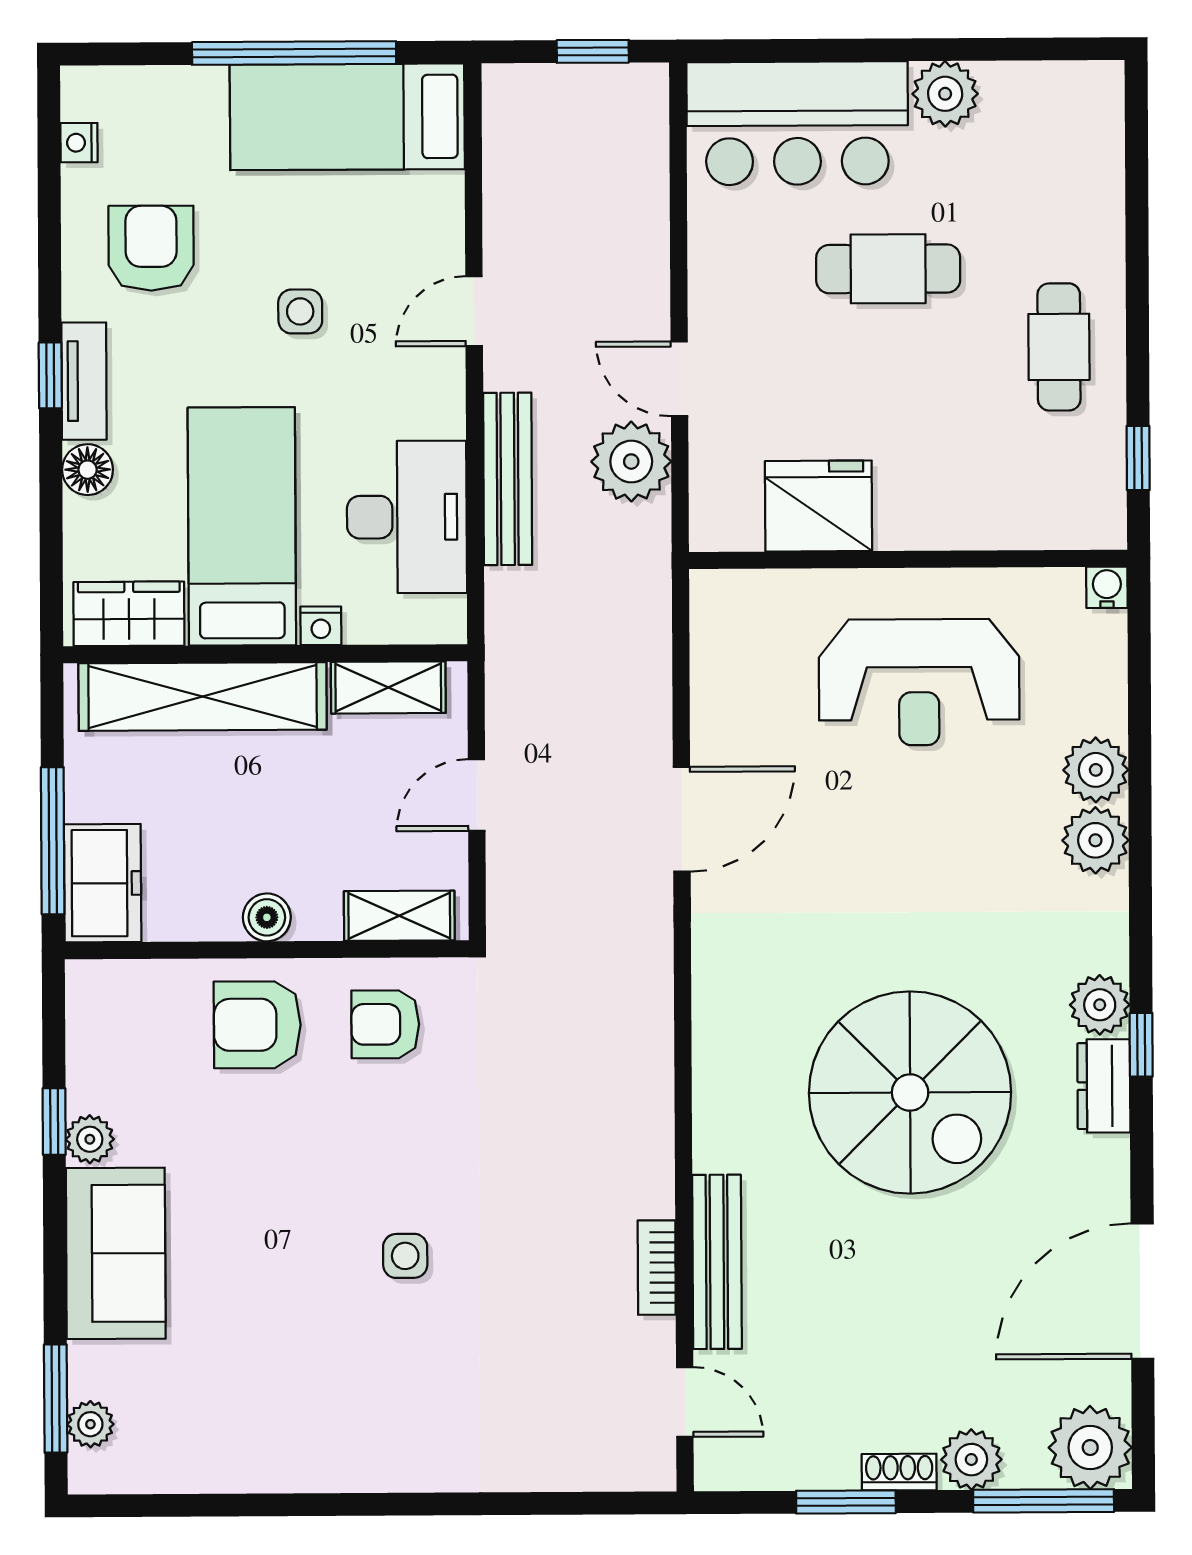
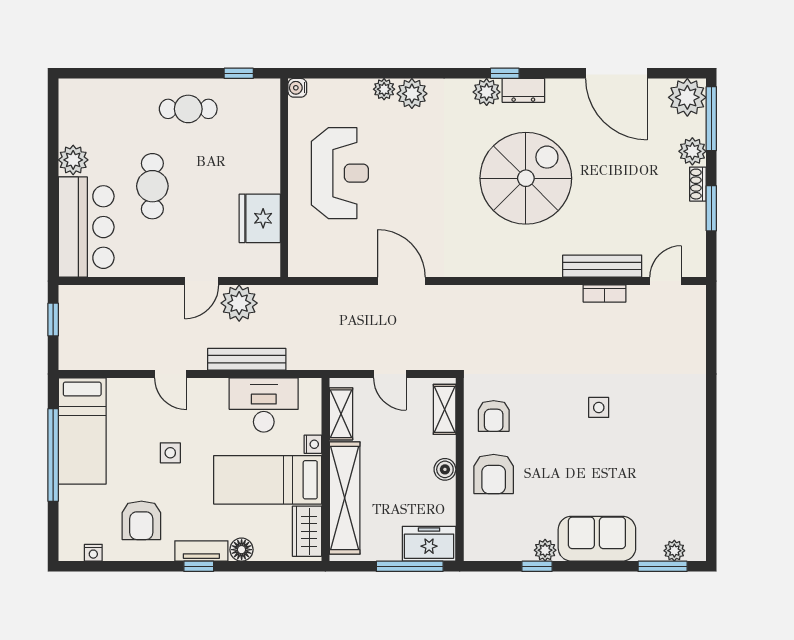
armchair: (151, 248) -> (141, 520), turned -90
plant: (1096, 770) -> (384, 89), width x0.73, depth x0.73

